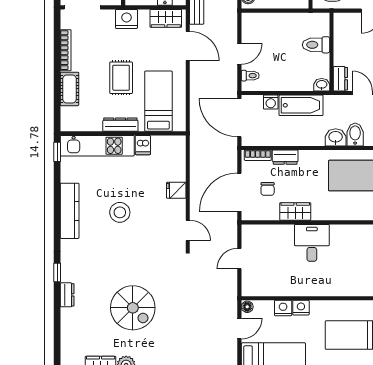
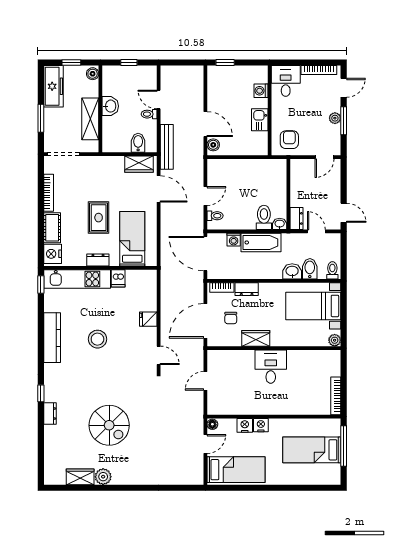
nightstand: (127, 19) -> (53, 254), moved, turned -90
toilet: (316, 45) -> (264, 217), moved, turned 90
dresser: (120, 125) -> (98, 260), width x0.70

